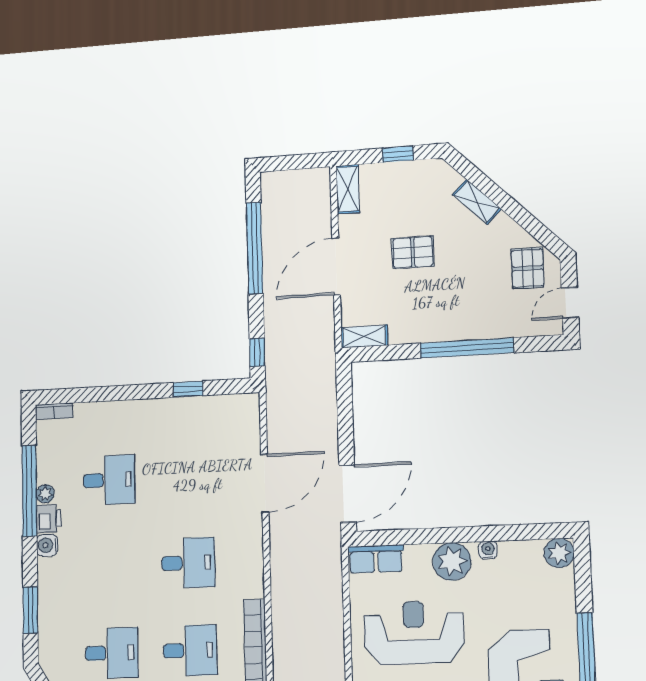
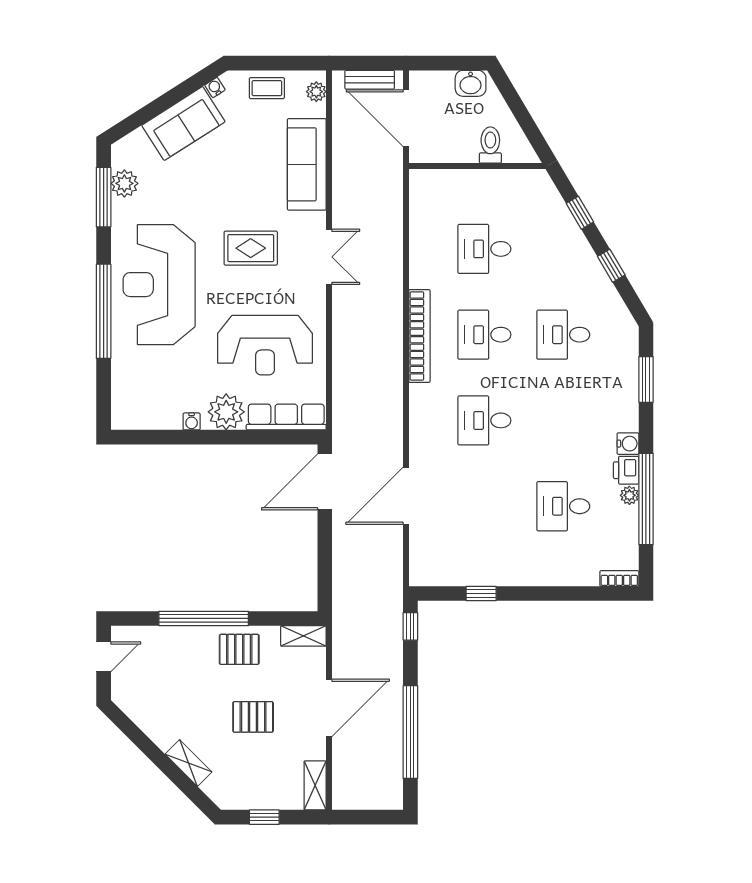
pallet: (528, 268) -> (239, 649), moved, turned 90
plant: (559, 553) -> (125, 416), removed
row of seats: (376, 559) -> (286, 417), width x1.48

